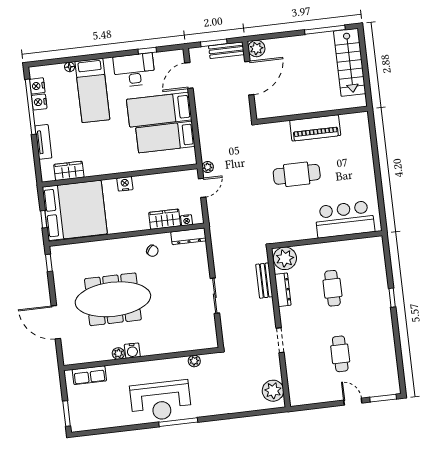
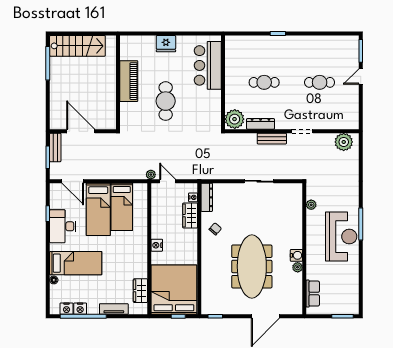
plant: (256, 48) -> (57, 122), removed
fridge: (365, 167) -> (166, 44), added
bench: (264, 281) -> (272, 139), moved

